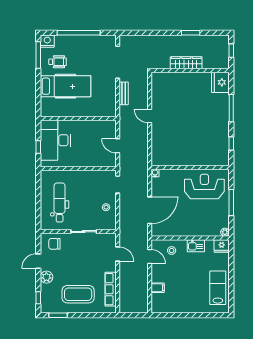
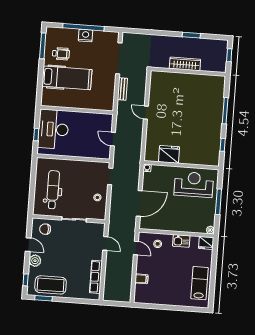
nightstand: (47, 41) -> (86, 35), moved
fridge: (220, 82) -> (169, 154), moved, turned 90
door: (38, 261) -> (28, 245), swing flipped
coffee table: (78, 294) -> (51, 285), moved

